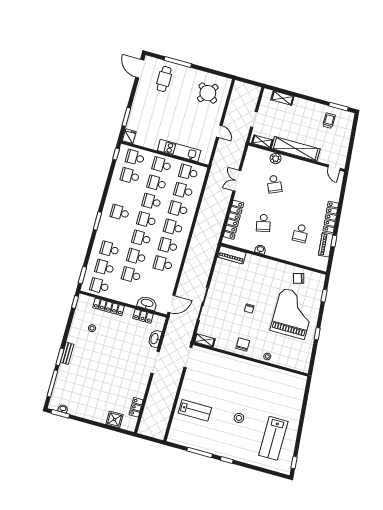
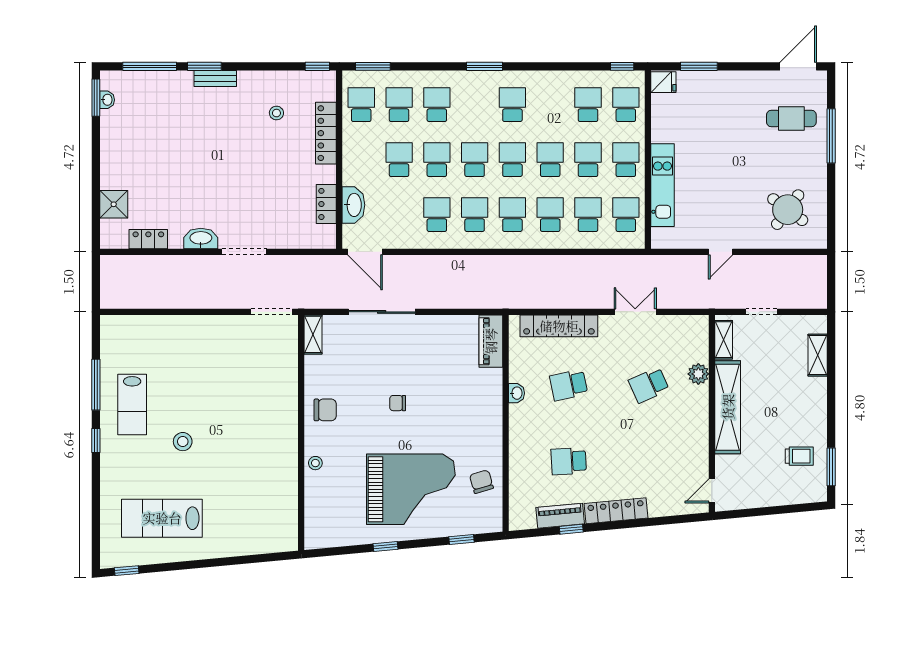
washbasin: (155, 339) -> (201, 238), moved
lab bench: (195, 410) -> (132, 404), moved

